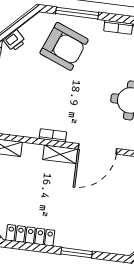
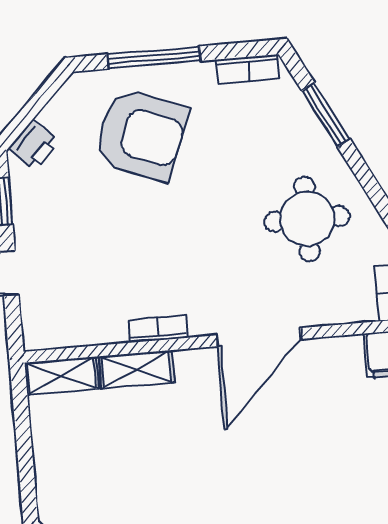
shelving: (60, 154) -> (136, 369), moved

